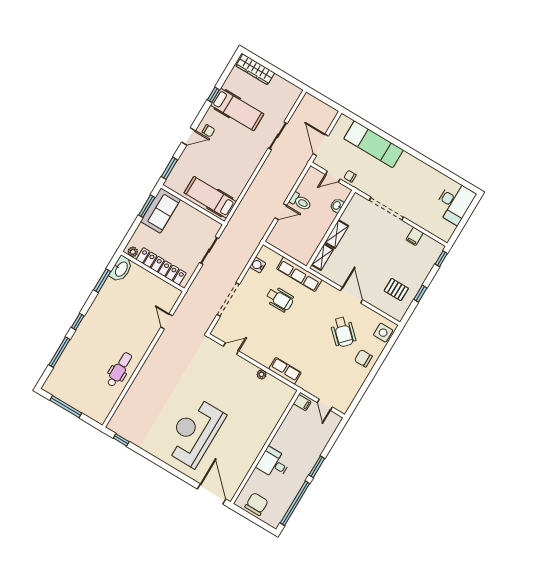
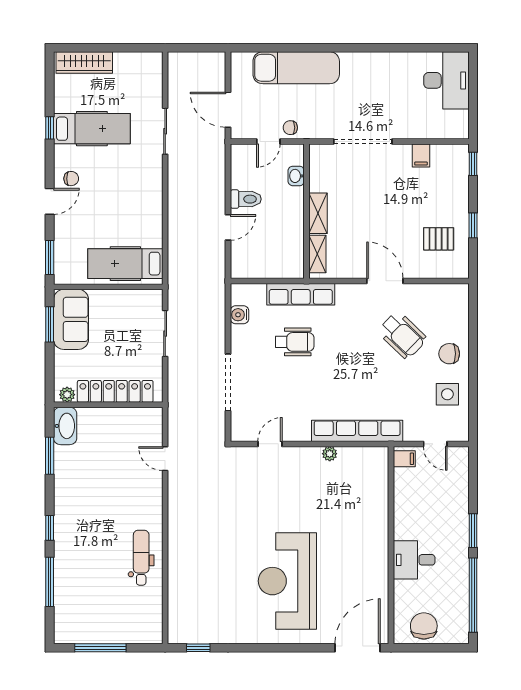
side table: (383, 333) -> (447, 394), moved
row of seats: (285, 371) -> (357, 431), width x2.02
door: (212, 494) -> (358, 648), hinge flipped

